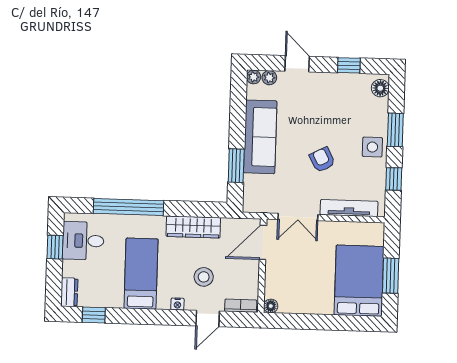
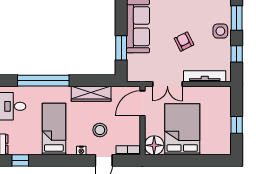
window: (391, 276) -> (237, 125), width x0.67
bed: (359, 281) -> (182, 129), moved
floor lamp: (271, 306) -> (154, 145), width x1.89, depth x1.89

